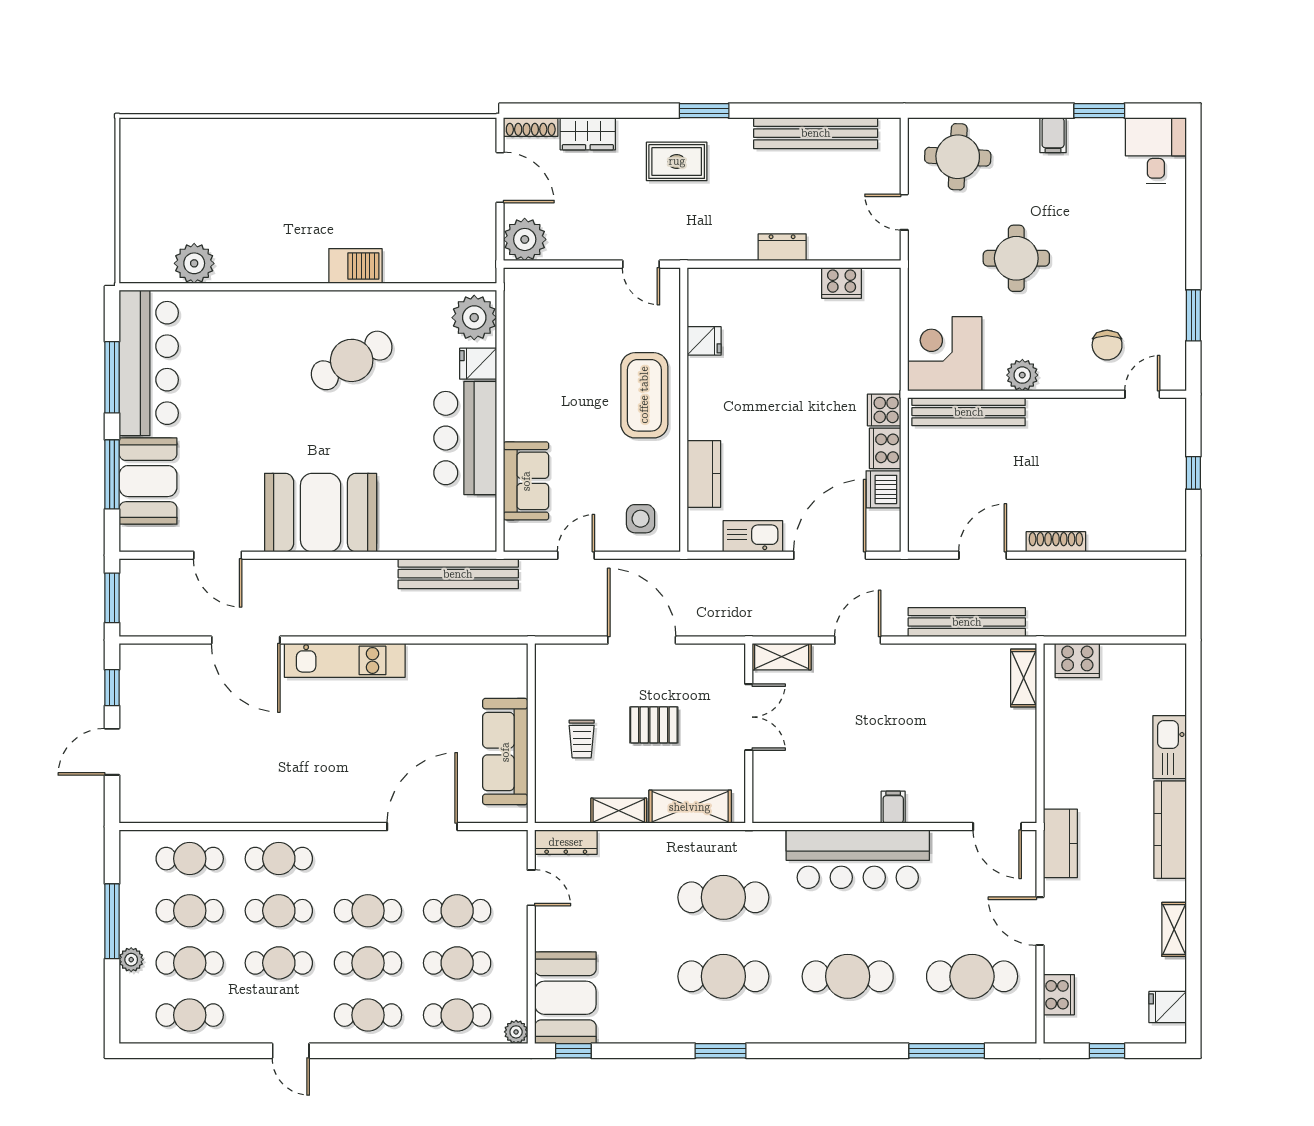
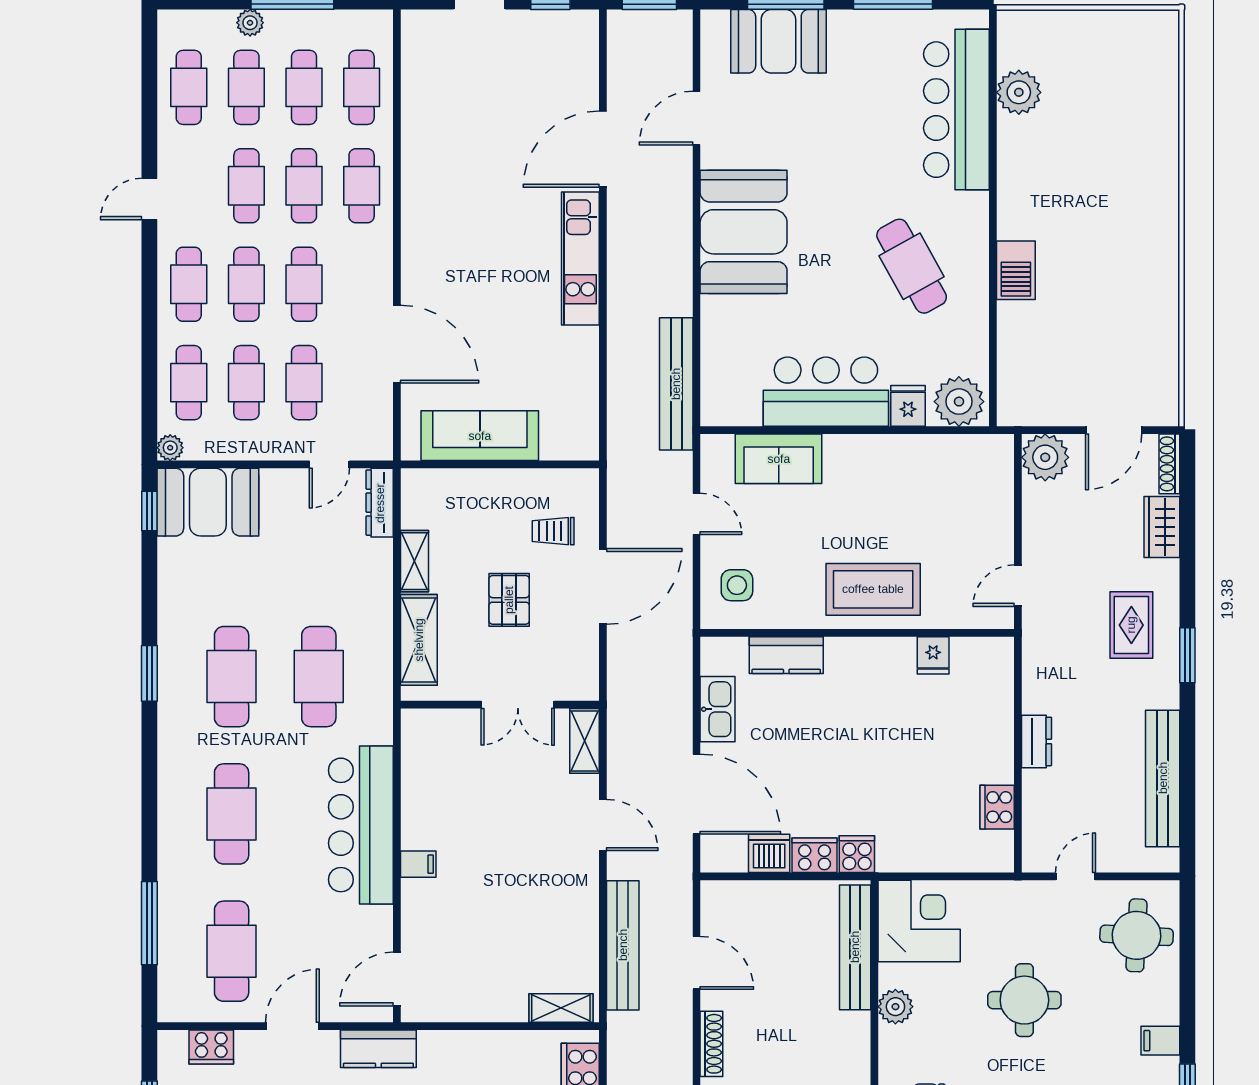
bar counter: (149, 363) -> (956, 110), moved, turned 90
trolley: (582, 739) -> (553, 531), moved

